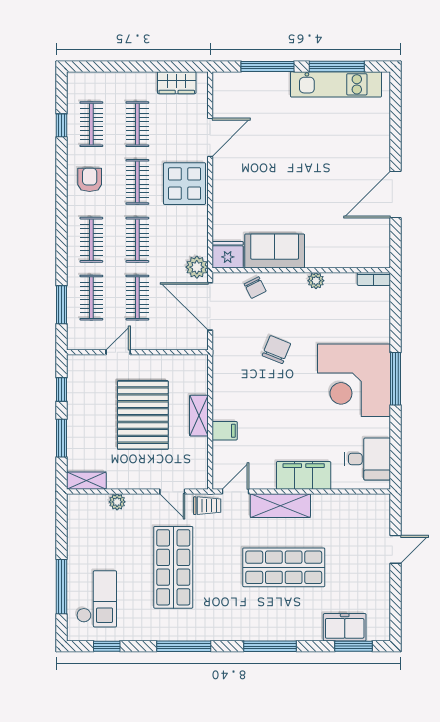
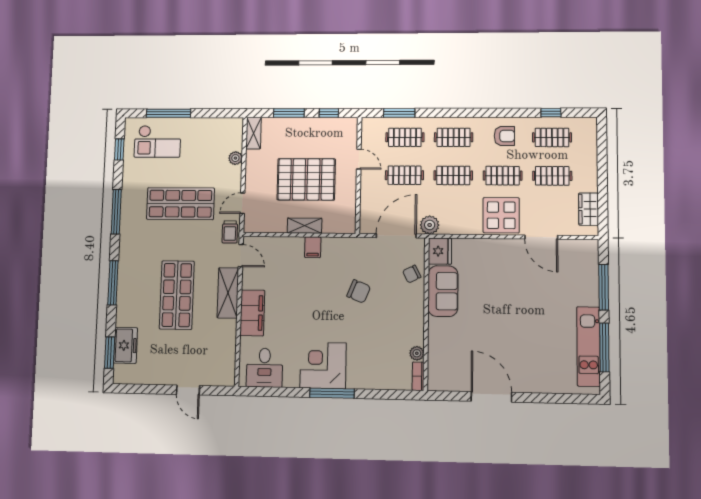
plant: (316, 281) -> (417, 353), moved
corner desk: (354, 380) -> (323, 365), width x0.74, depth x0.74
filing cabinet: (225, 431) -> (313, 247), moved

